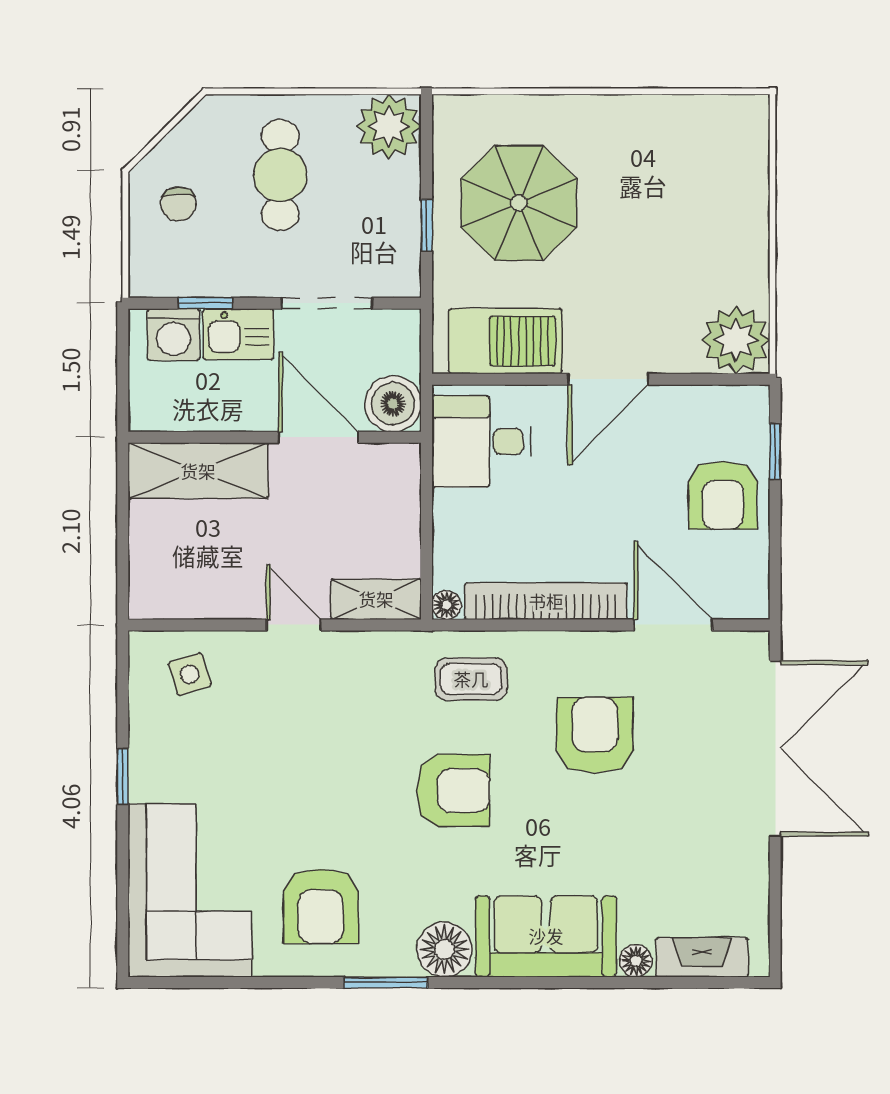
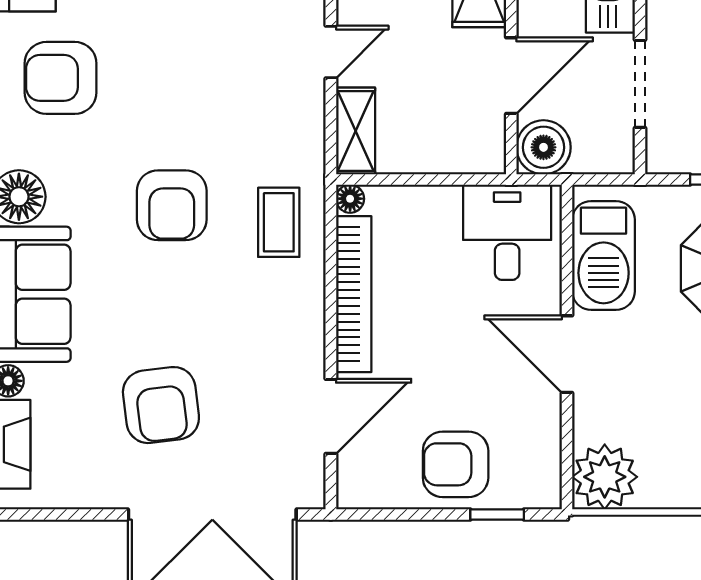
armchair: (595, 735) -> (161, 405), moved, turned 83

